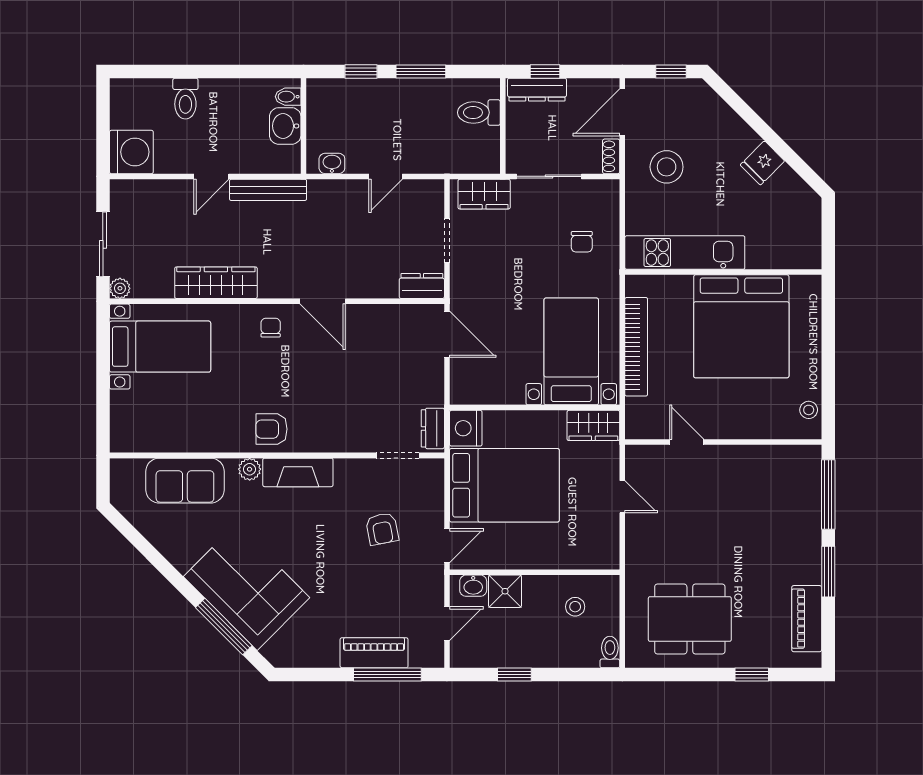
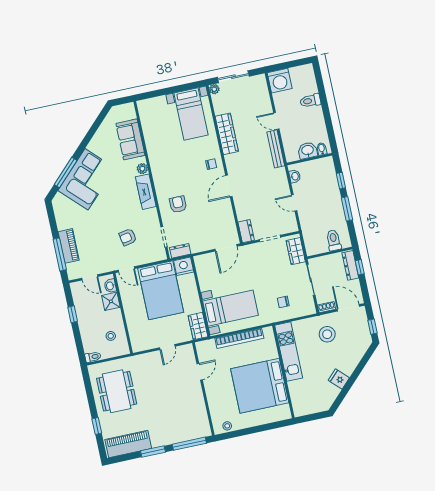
armchair: (272, 429) -> (178, 204), moved
piano: (807, 619) -> (128, 444), width x1.37, depth x1.33

